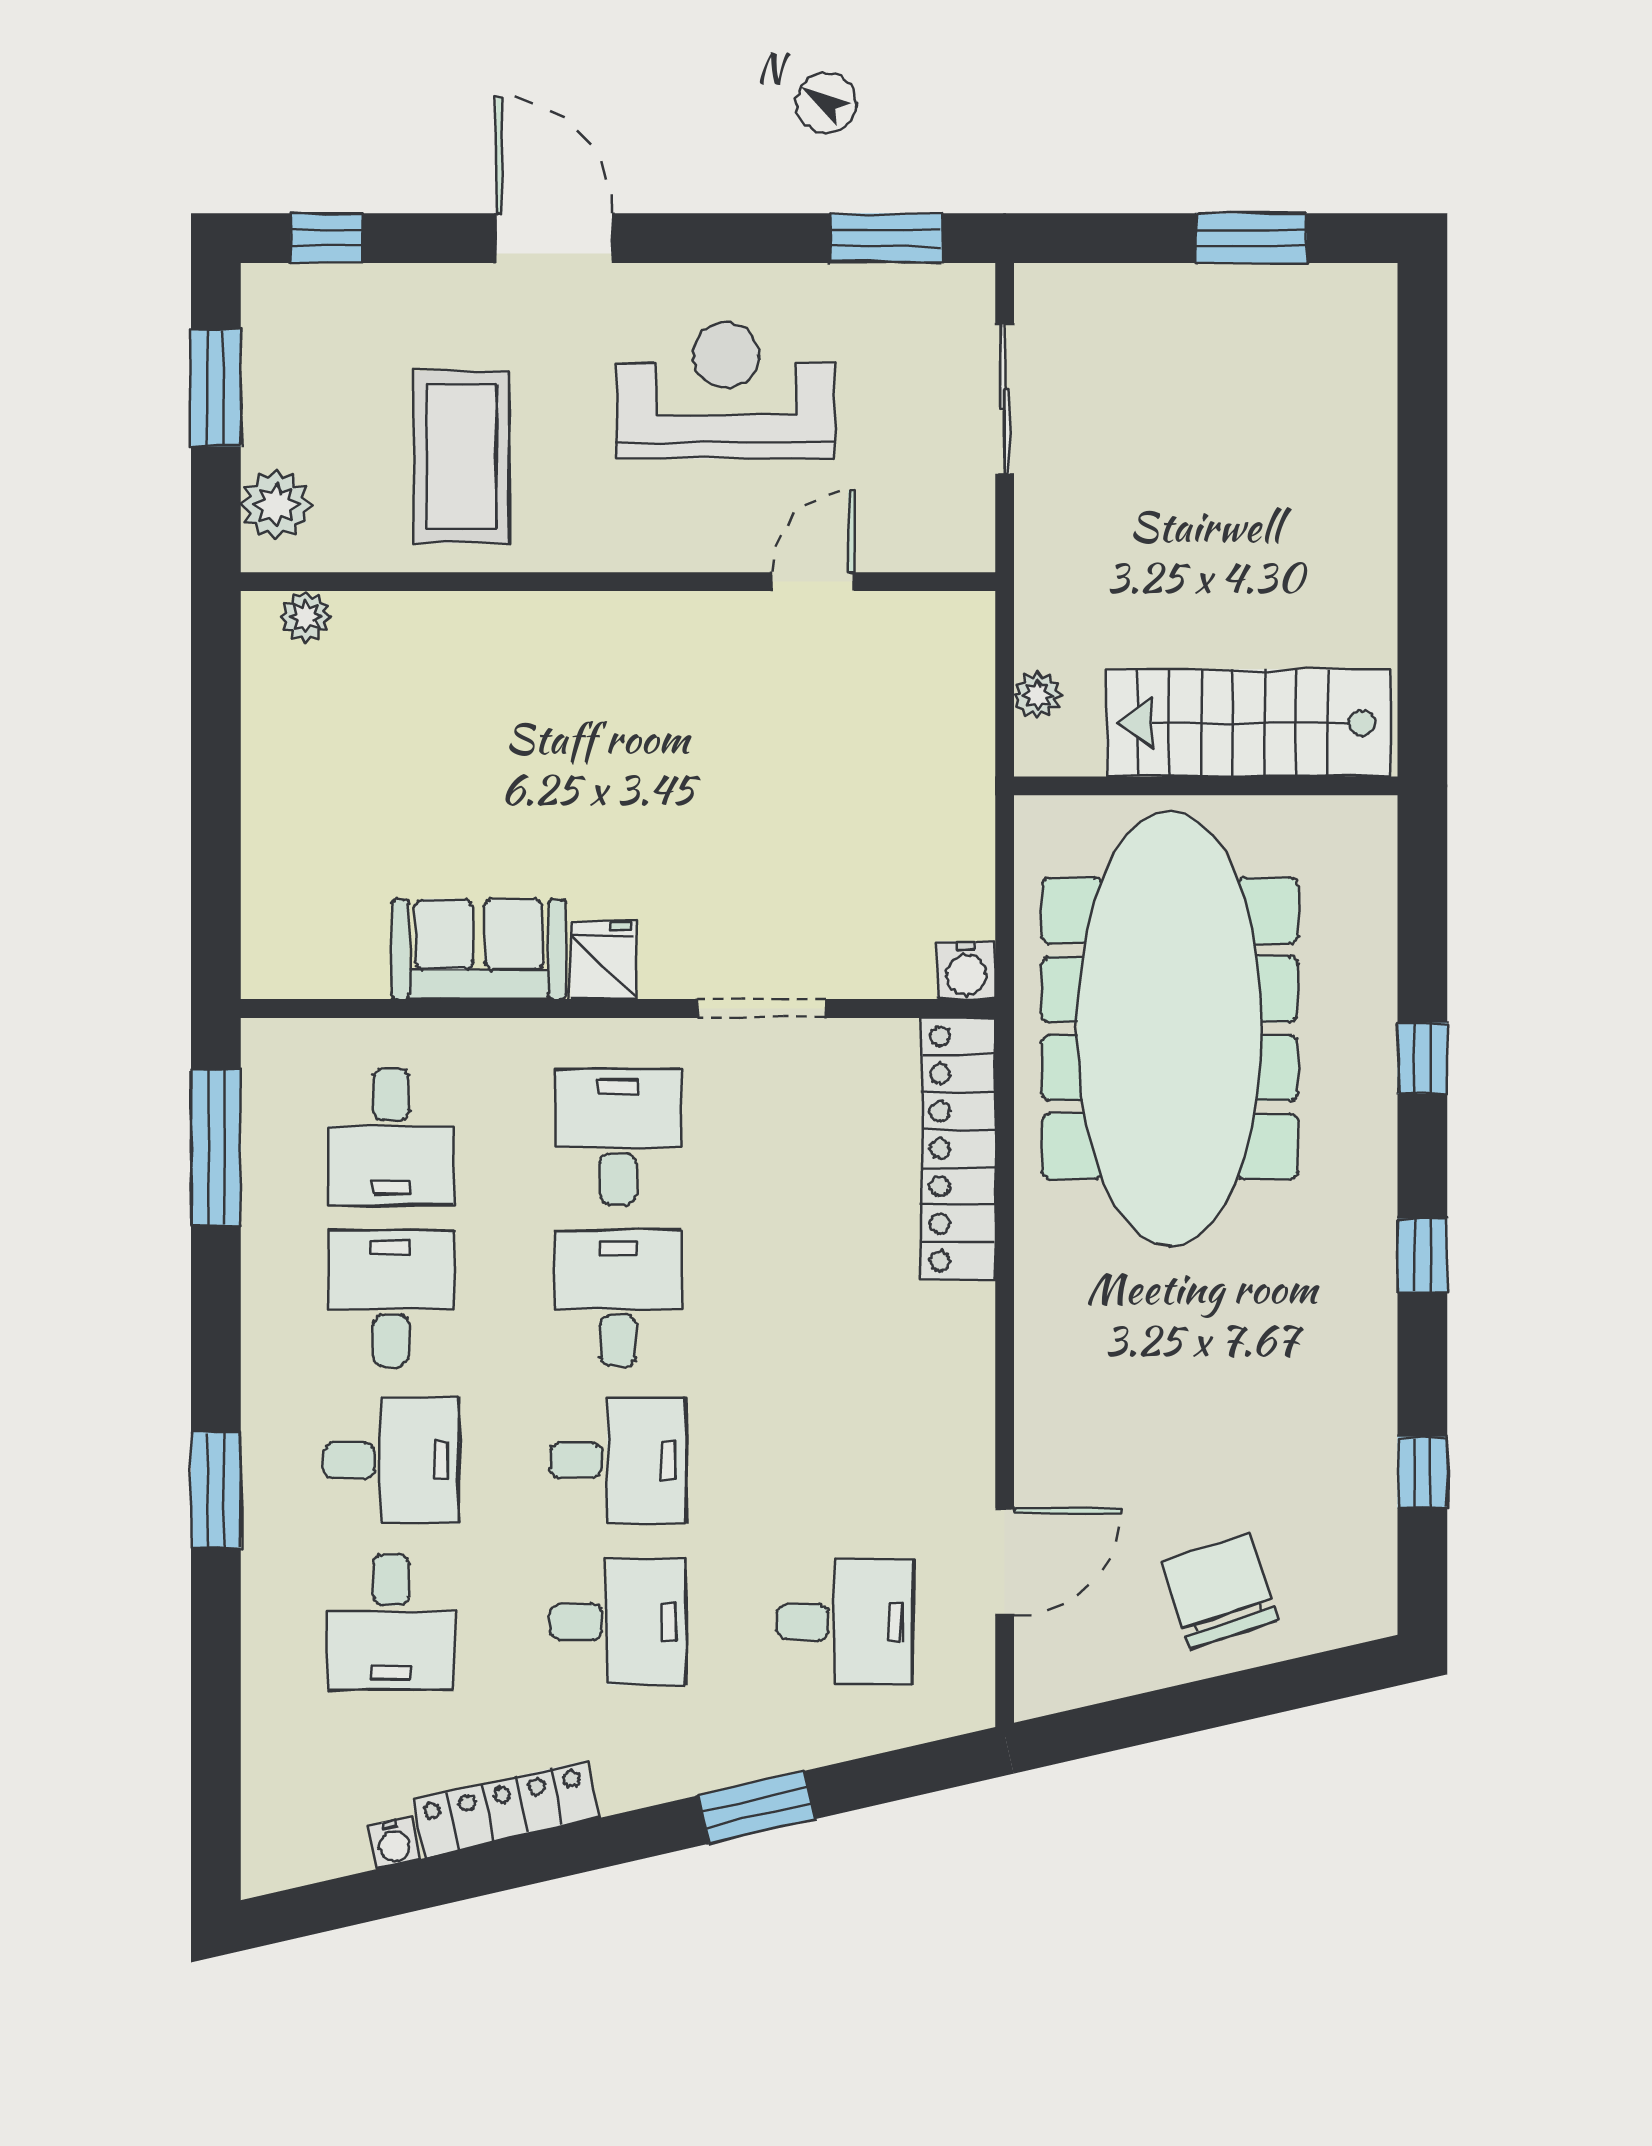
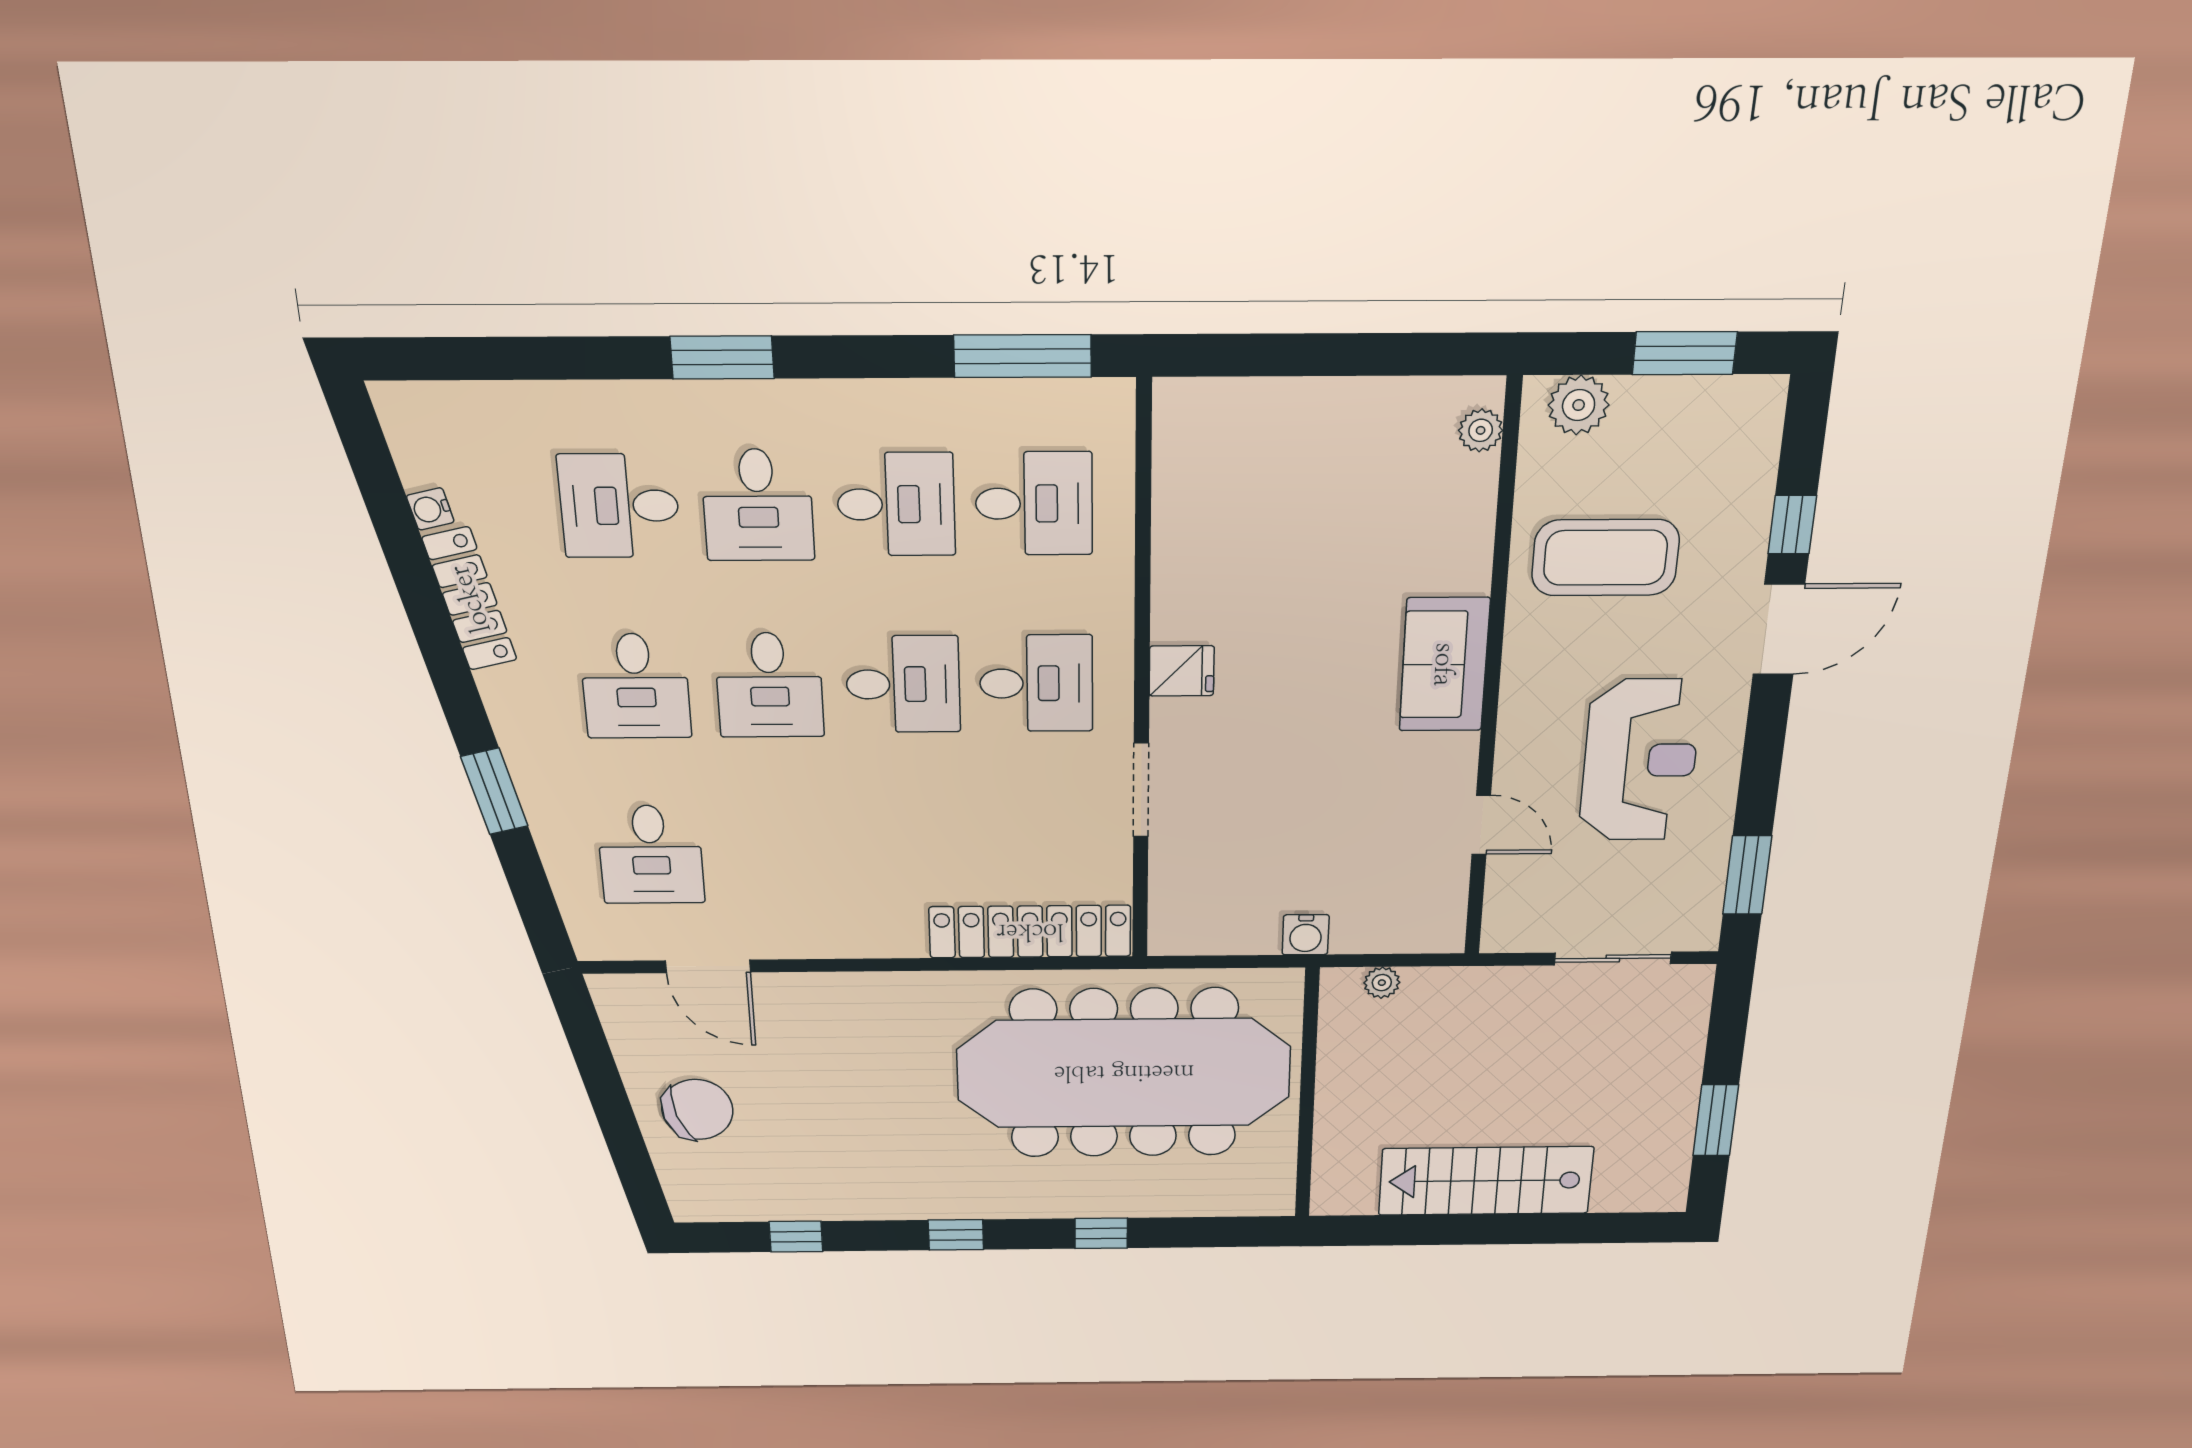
window: (327, 238) -> (1792, 525), moved
stairs: (1248, 723) -> (1486, 1181), moved, turned -90
sofa: (479, 949) -> (1444, 665), moved, turned 180
water cooler: (966, 970) -> (1306, 935), moved, turned -90
desk: (391, 1137) -> (1034, 504), turned 180

